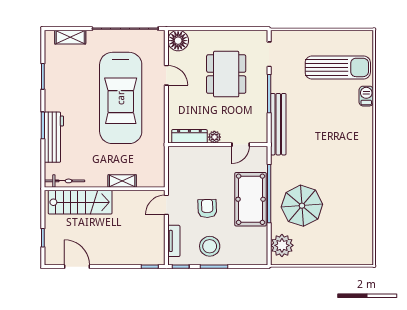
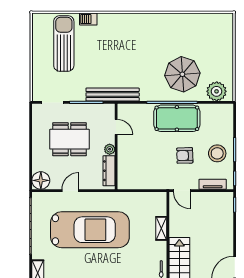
dresser: (189, 136) -> (109, 171), moved
plant: (214, 137) -> (110, 149), moved
wall: (218, 145) -> (116, 146), moved
door: (241, 145) -> (116, 127), moved

